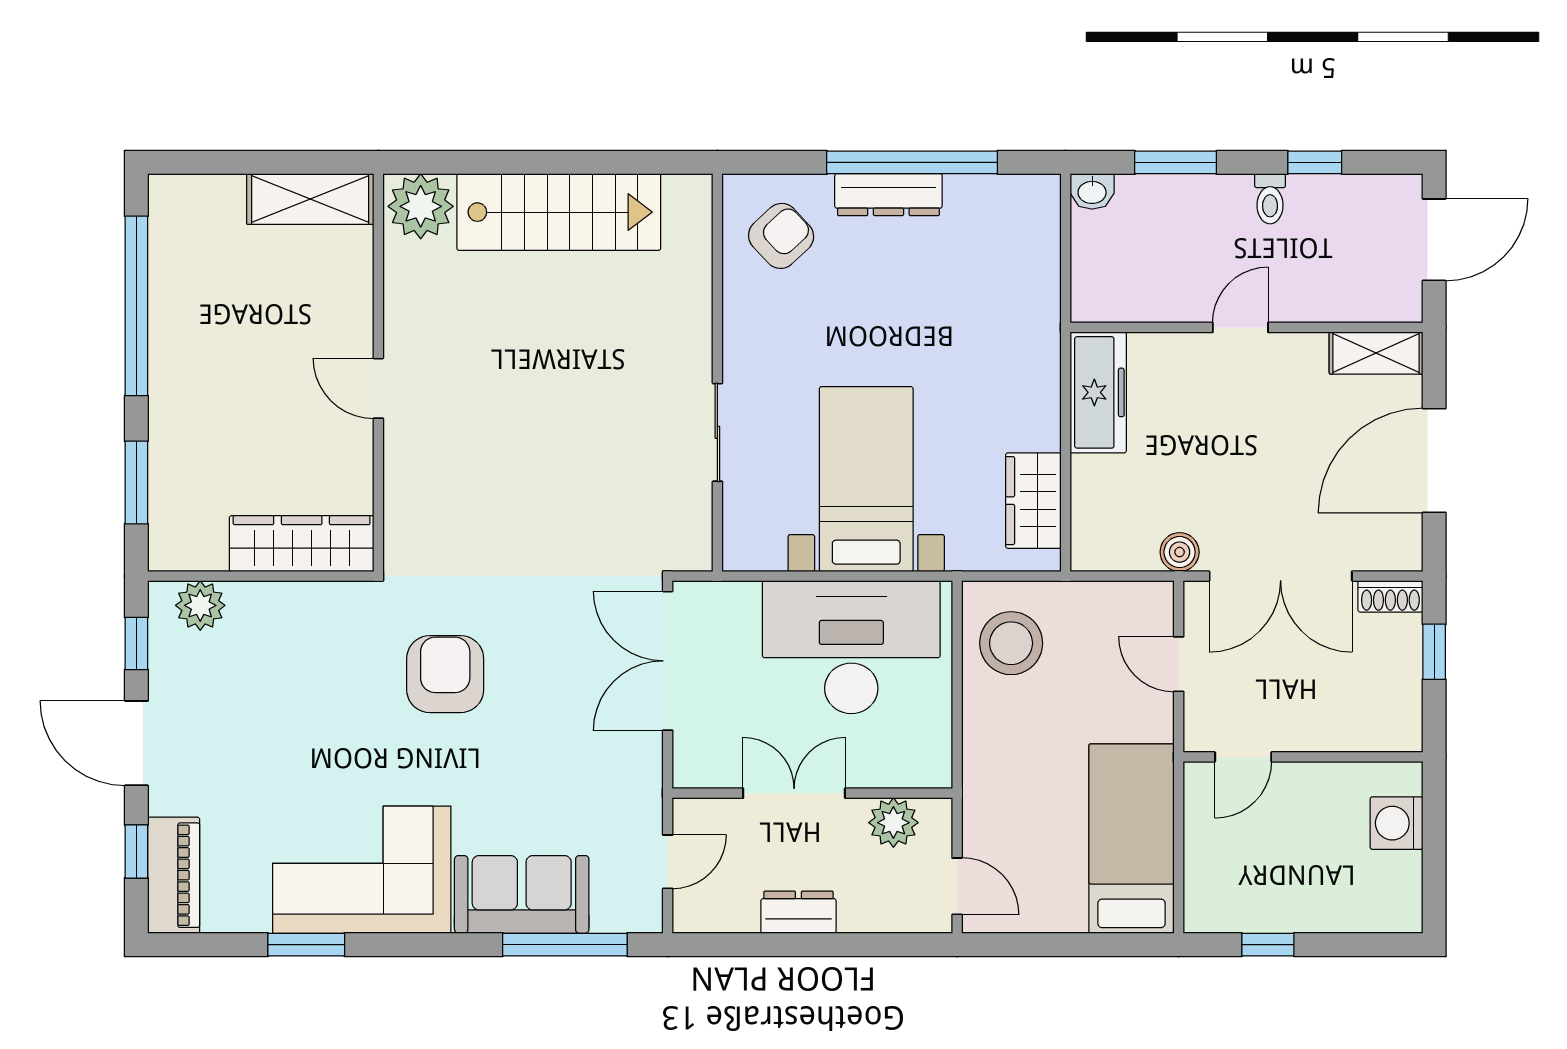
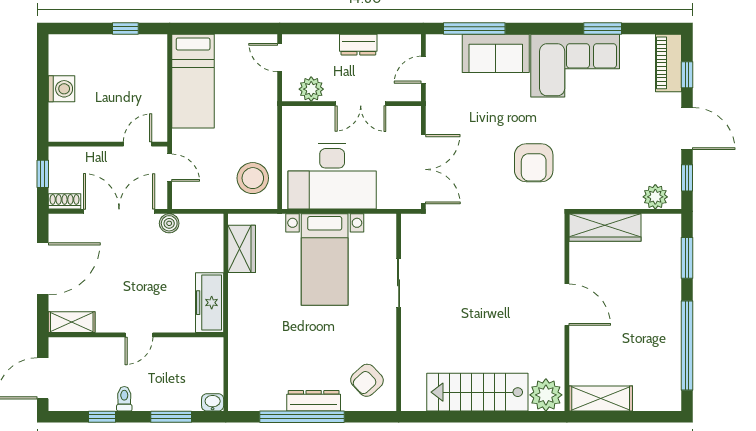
door: (378, 388) -> (567, 305), width x1.38
door: (1243, 757) -> (138, 144), moved
wall: (1303, 757) -> (108, 144), moved

